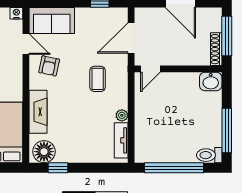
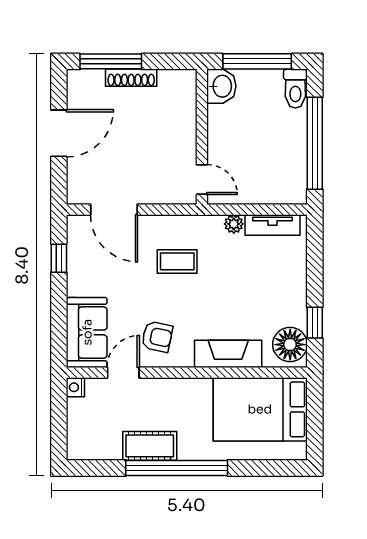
door: (150, 69) -> (202, 180), moved
wall: (178, 69) -> (202, 137), moved
washbasin: (211, 81) -> (221, 86), moved

